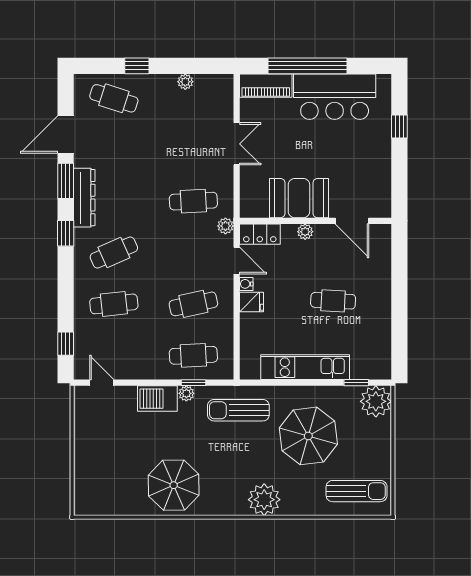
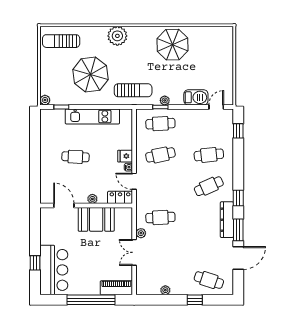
bar counter: (335, 97) -> (54, 270), moved, turned 90
plant: (225, 226) -> (141, 233), moved
door: (102, 383) -> (216, 107), swing flipped
barbecue: (157, 399) -> (196, 97), moved
plant: (376, 401) -> (45, 100), width x0.53, depth x0.53

